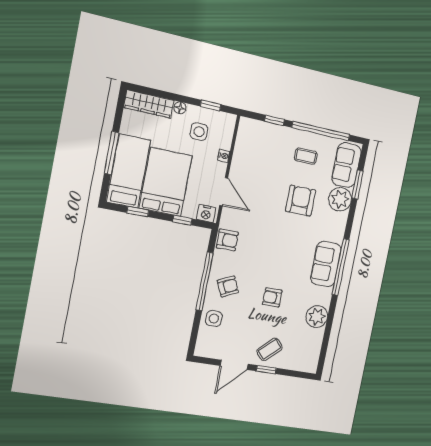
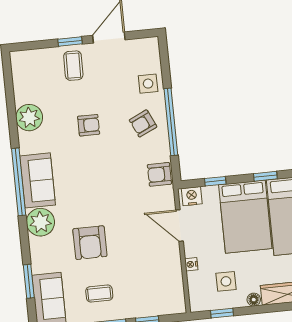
plant: (340, 199) -> (40, 222), moved
coffee table: (270, 349) -> (73, 66), turned -46

